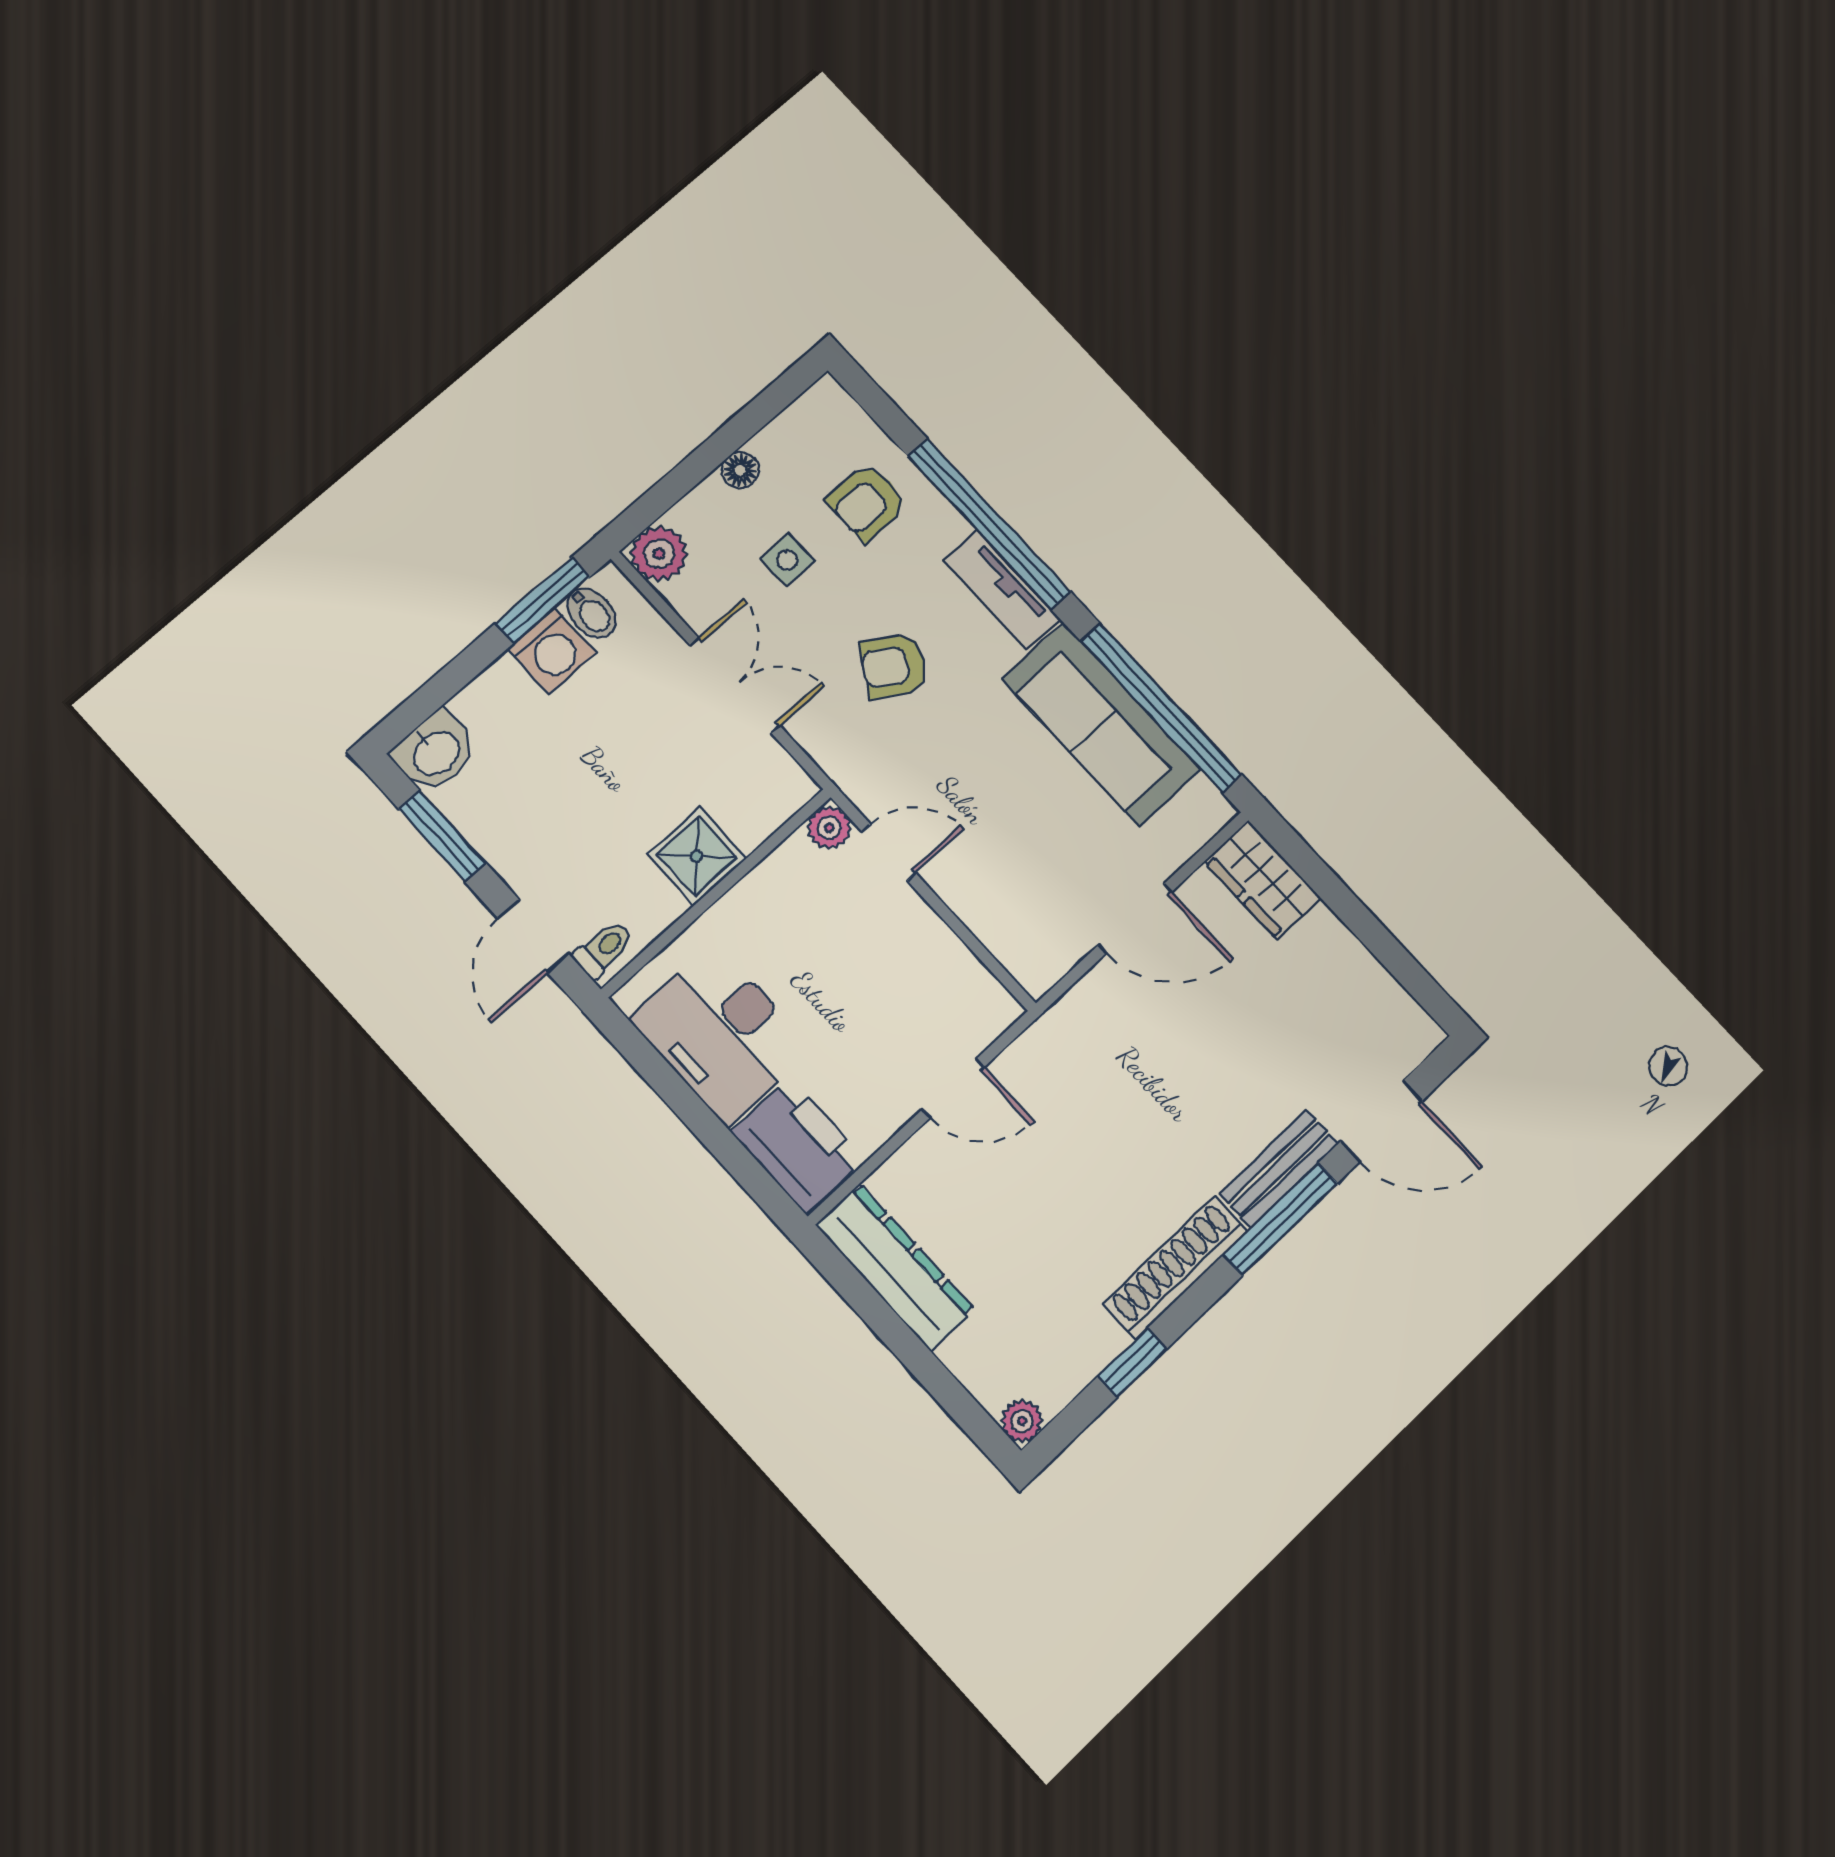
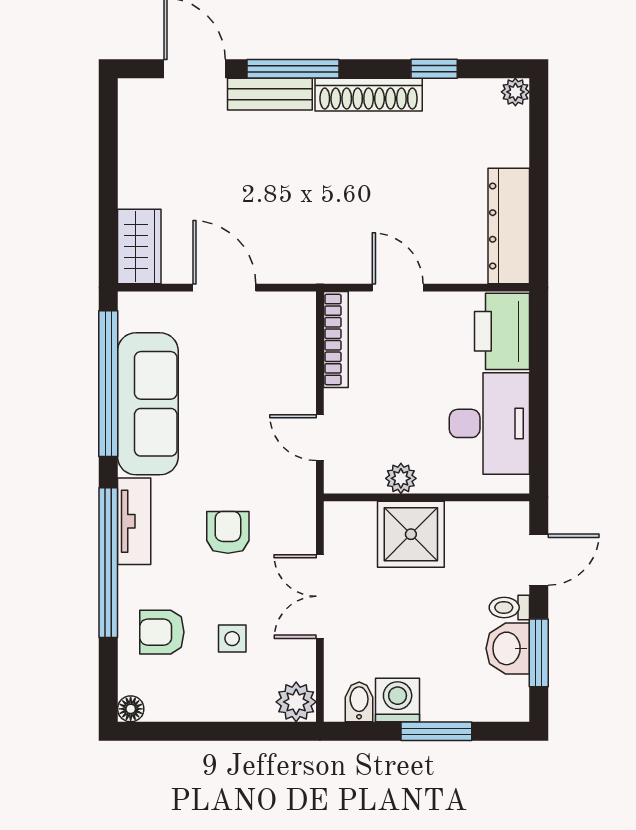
floor lamp: (740, 470) -> (131, 709), moved
armchair: (867, 502) -> (162, 632), turned 180
window: (543, 600) -> (436, 731), moved
armchair: (894, 666) -> (228, 532), turned -122
washbasin: (435, 752) -> (508, 648), moved, turned -90
plant: (829, 828) -> (401, 478), moved
shower: (697, 856) -> (411, 534), width x1.36, depth x1.36
toilet: (604, 949) -> (509, 607), moved
bookcase: (968, 972) -> (336, 340), added

